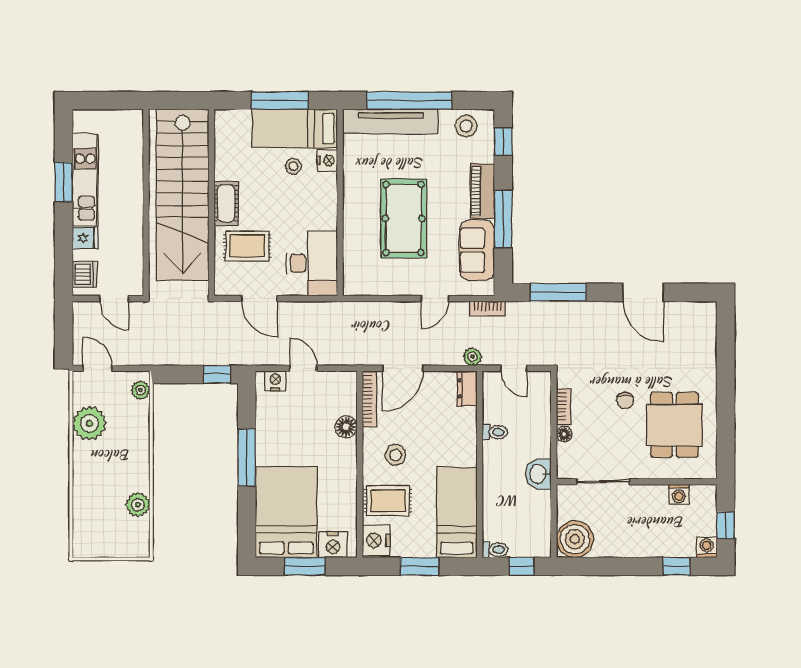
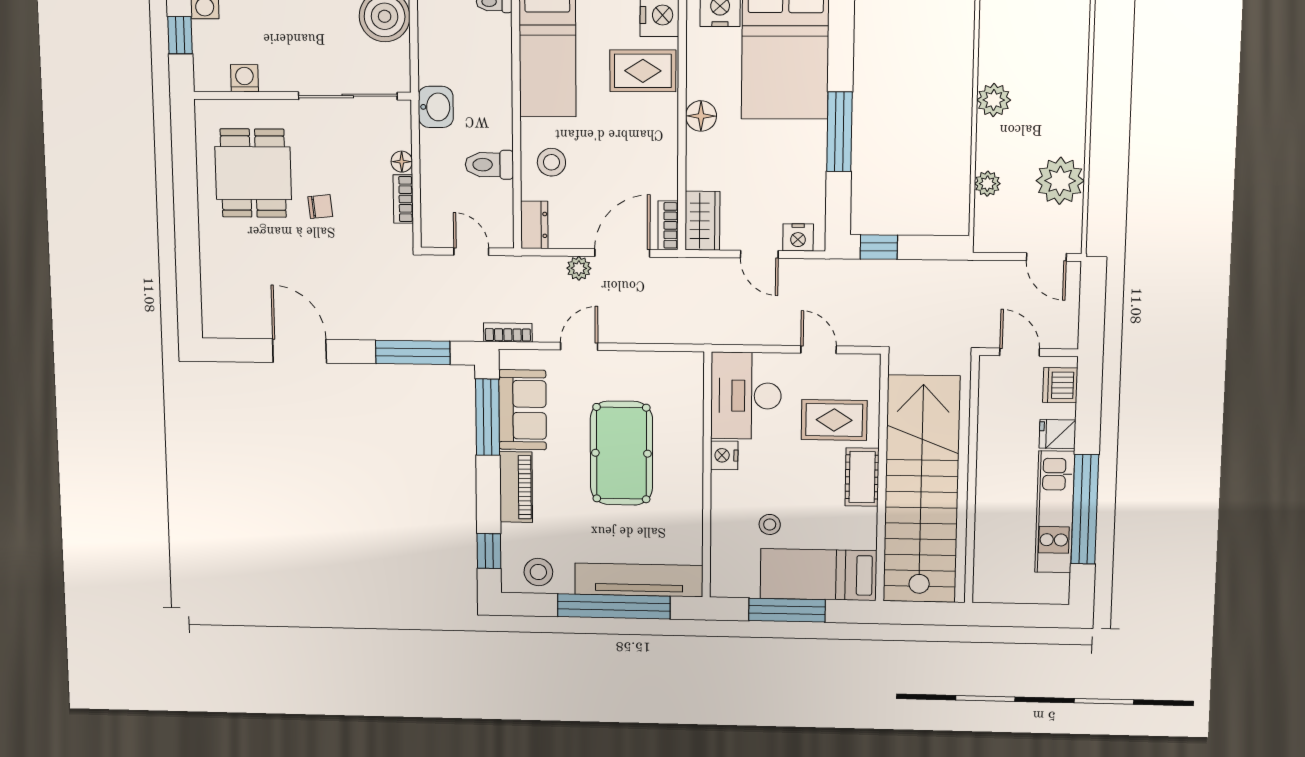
bed: (295, 128) -> (818, 575), moved, turned 180
nightstand: (327, 160) -> (724, 455), moved
window: (64, 182) -> (1085, 509), width x2.11
window: (503, 219) -> (487, 417), moved
door: (259, 298) -> (819, 350), width x0.73
plant: (472, 357) -> (579, 268), moved
plant: (141, 390) -> (987, 184), moved
wardrobe: (345, 392) -> (702, 221), added
bookcase: (369, 399) -> (668, 225), width x0.64
chair: (625, 401) -> (320, 207), turned 84
floor lamp: (346, 427) -> (701, 116), moved
toilet: (495, 432) -> (489, 165), width x1.37, depth x1.39
stool: (396, 455) -> (551, 162), moved
sliding door: (603, 482) -> (348, 96), width x1.37
plant: (138, 505) -> (994, 100), moved

